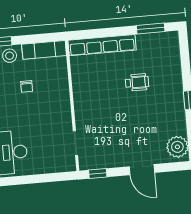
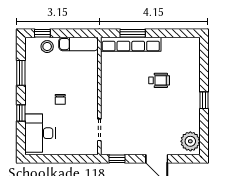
window: (151, 28) -> (133, 33), moved
chair: (27, 86) -> (60, 99), moved

